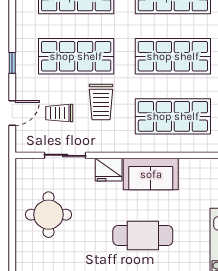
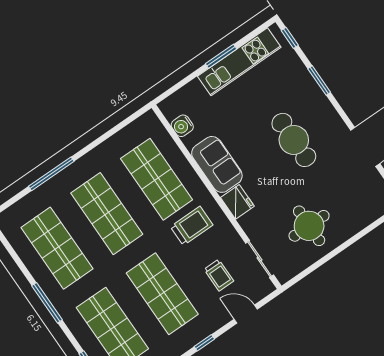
trolley: (101, 102) -> (192, 226), moved
sliding door: (65, 155) -> (260, 259), moved
water cooler: (202, 168) -> (182, 126), added
cafe table: (143, 235) -> (294, 140), moved

